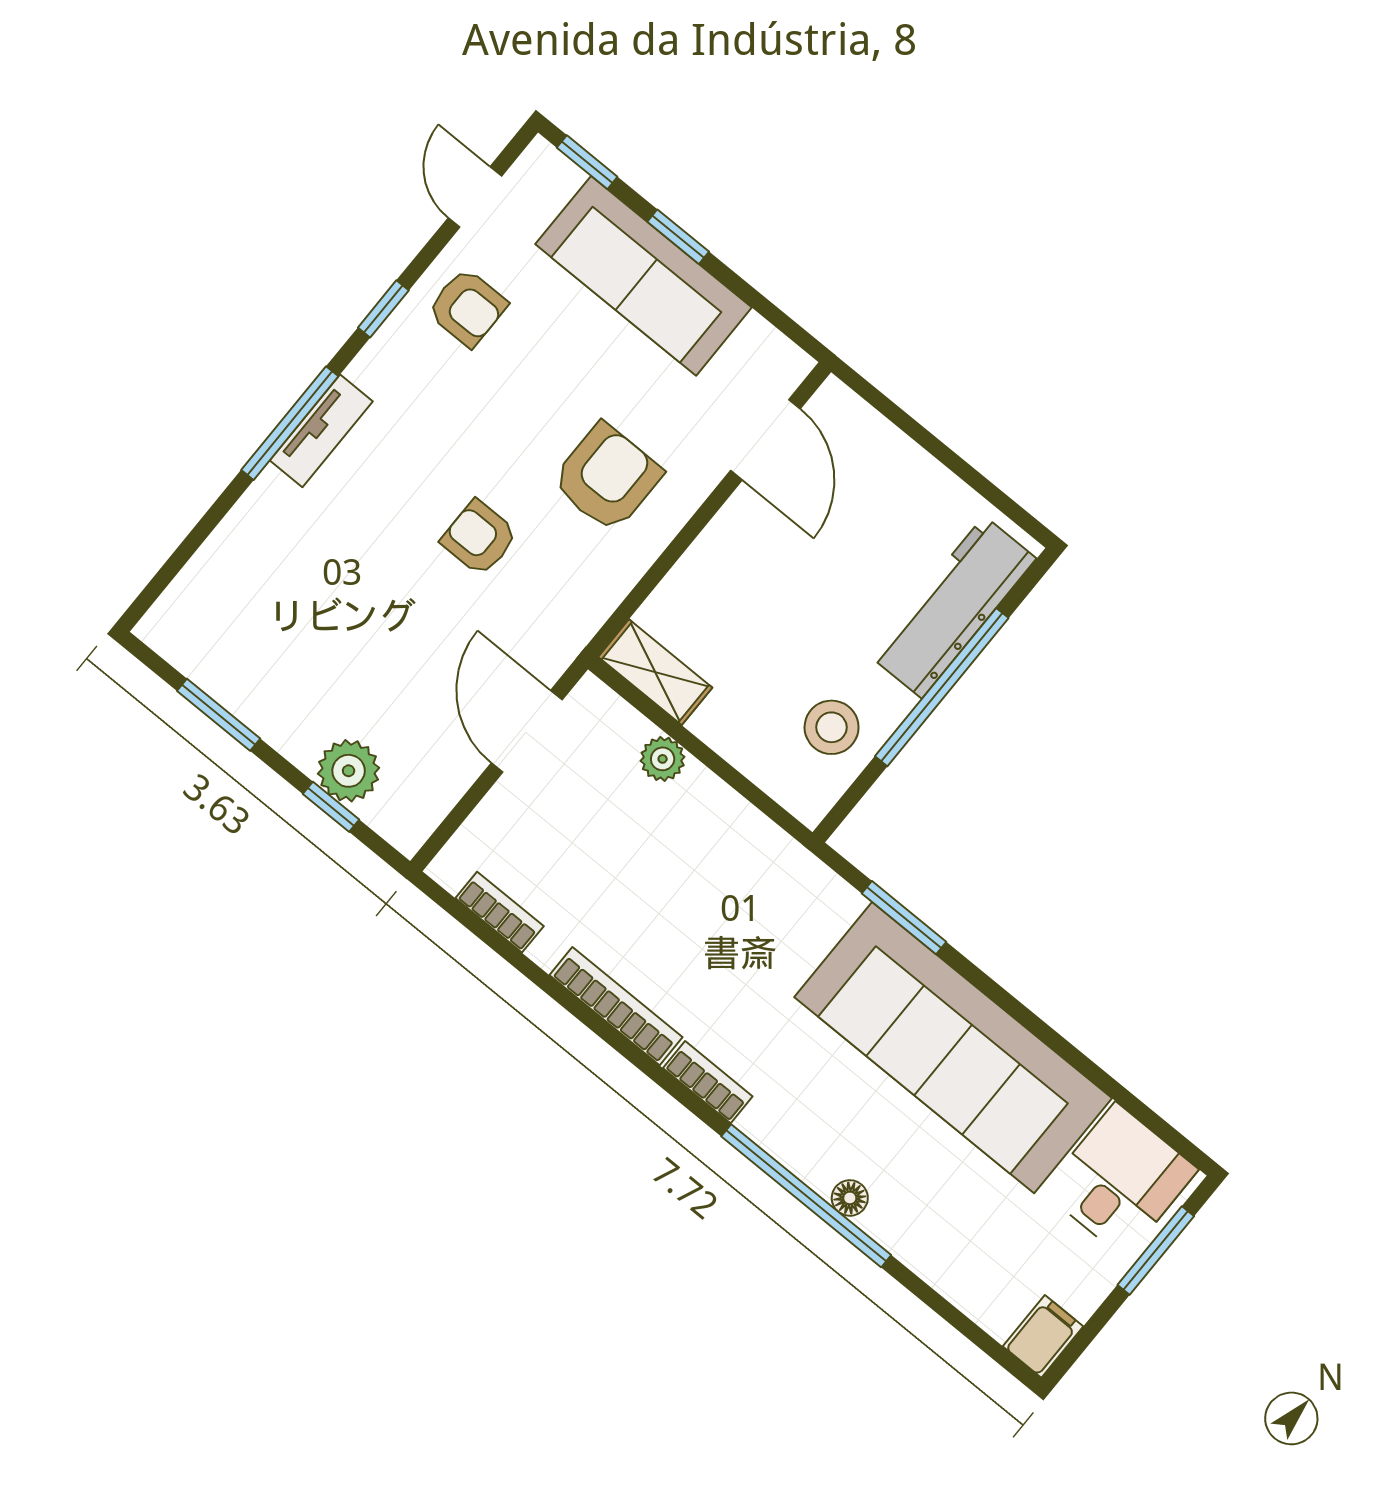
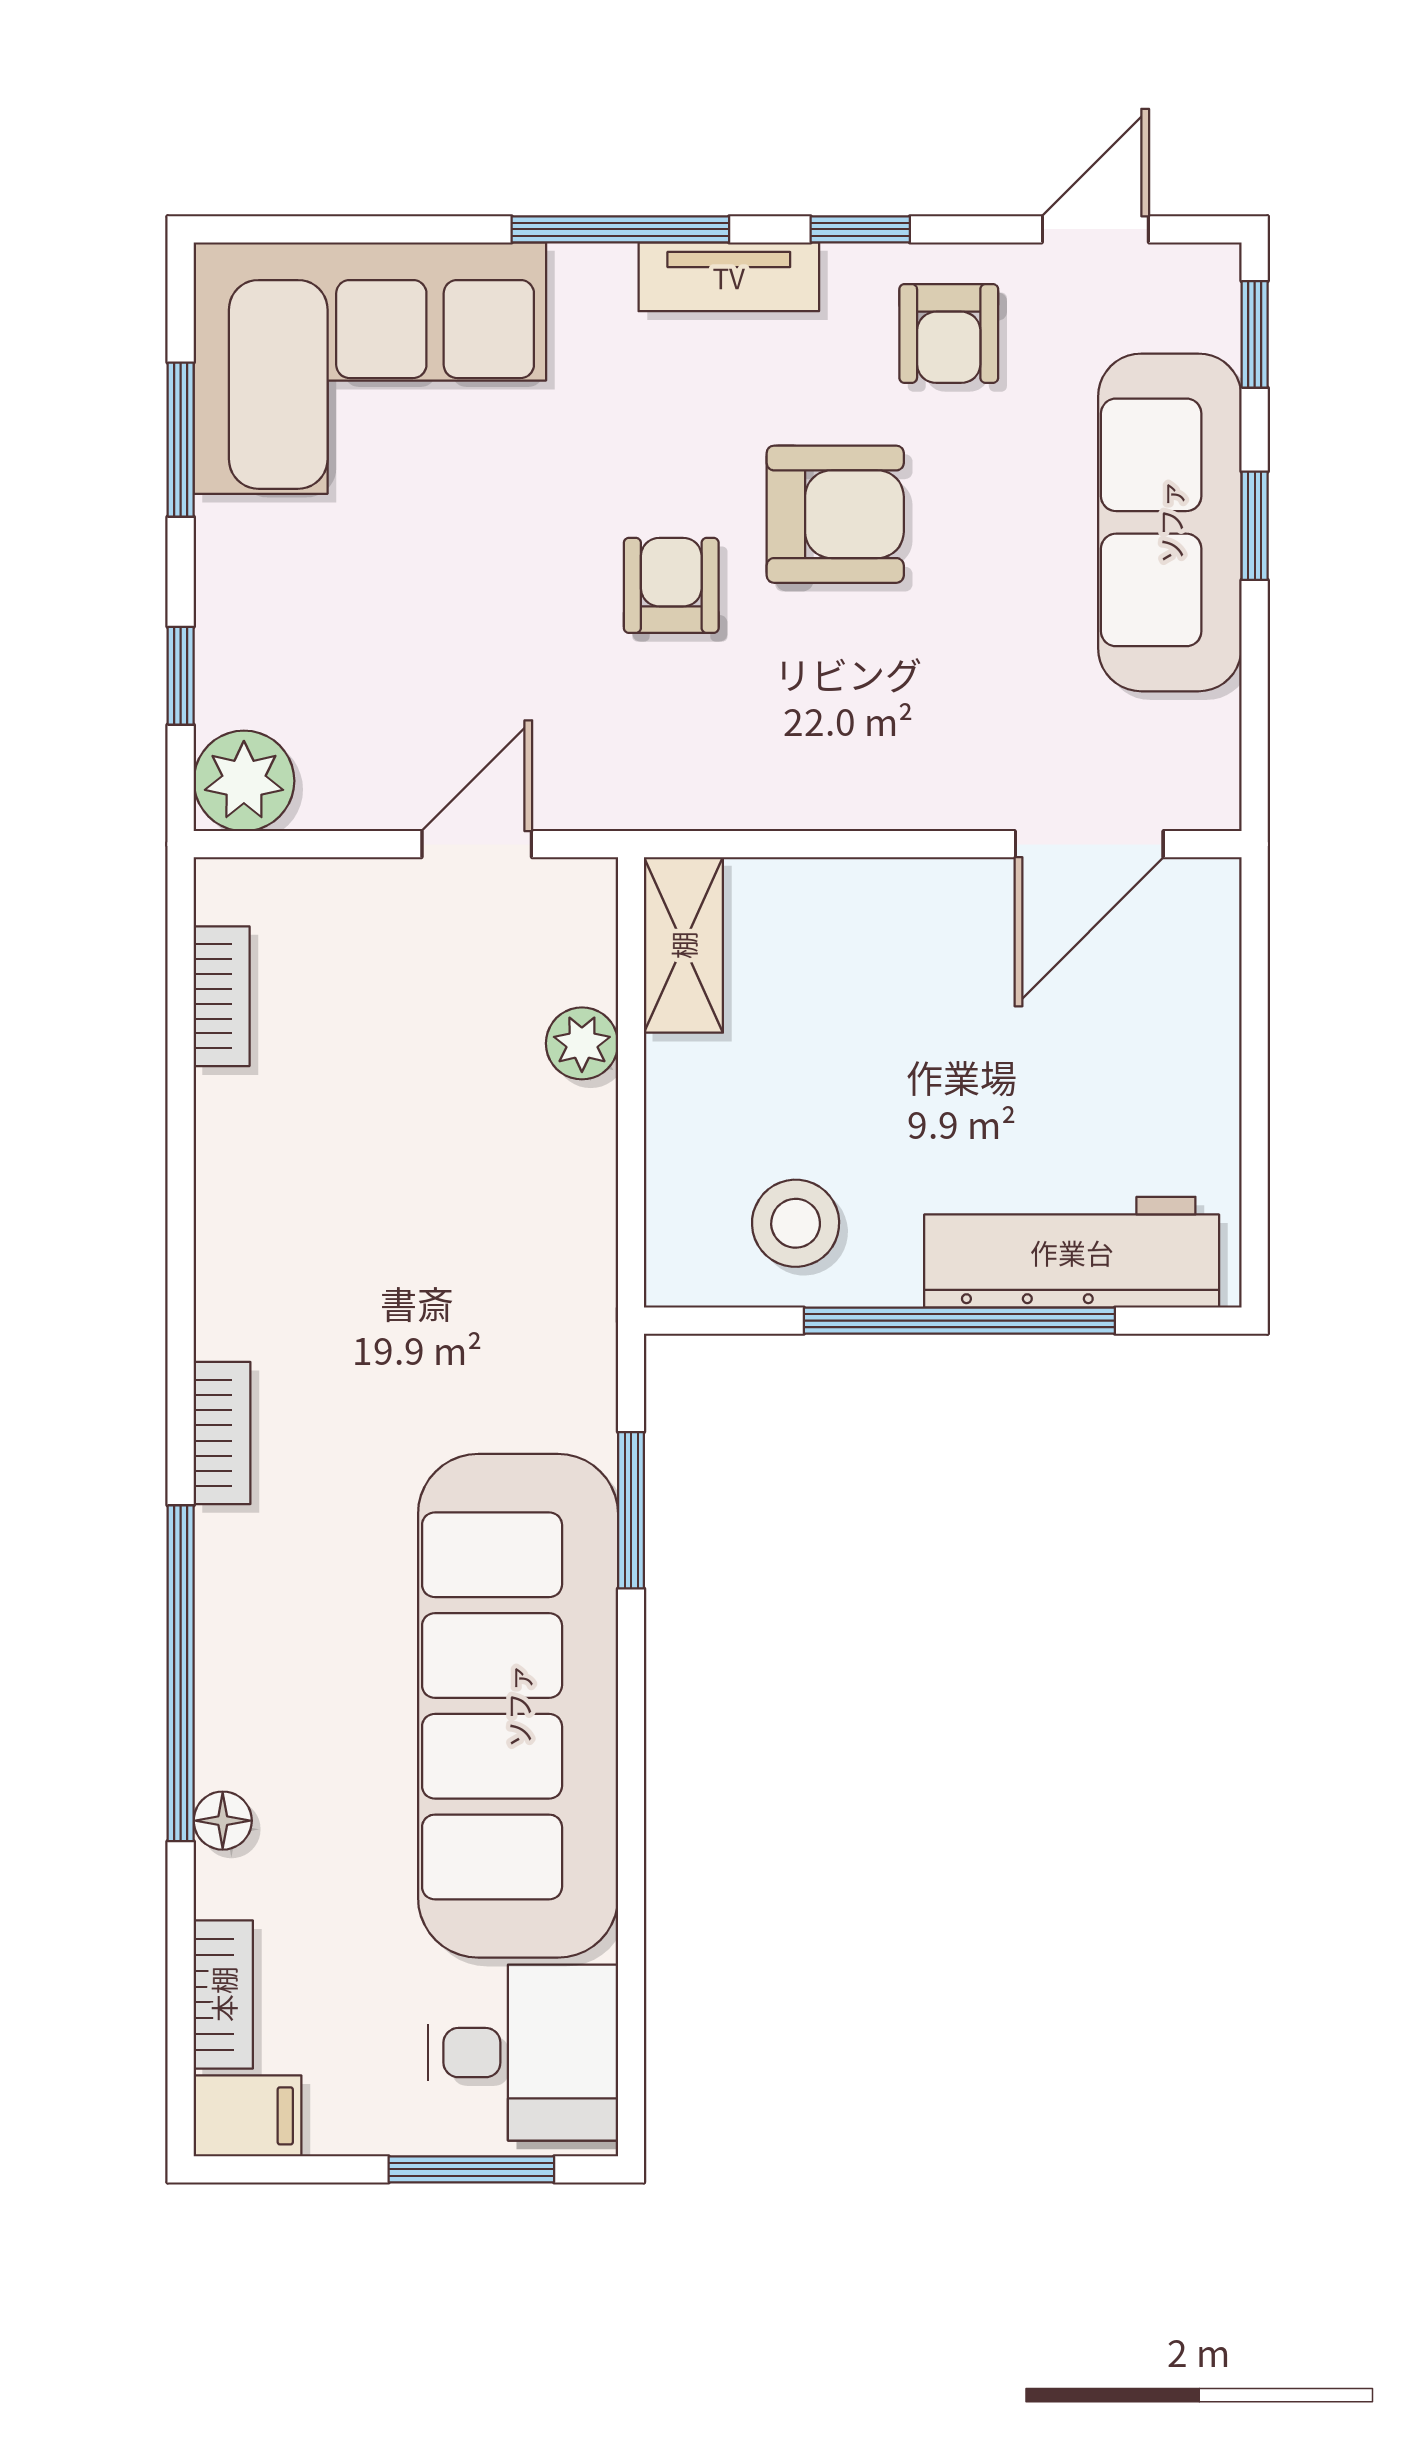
tv unit: (321, 431) -> (729, 277), moved
armchair: (607, 478) -> (835, 514), moved
corner sofa: (258, 597) -> (370, 368), added
door: (527, 731) -> (477, 844), width x0.73
plant: (349, 771) -> (244, 781), moved
bookcase: (616, 1006) -> (223, 1994), moved, width x0.64
floor lamp: (850, 1198) -> (223, 1821), moved

